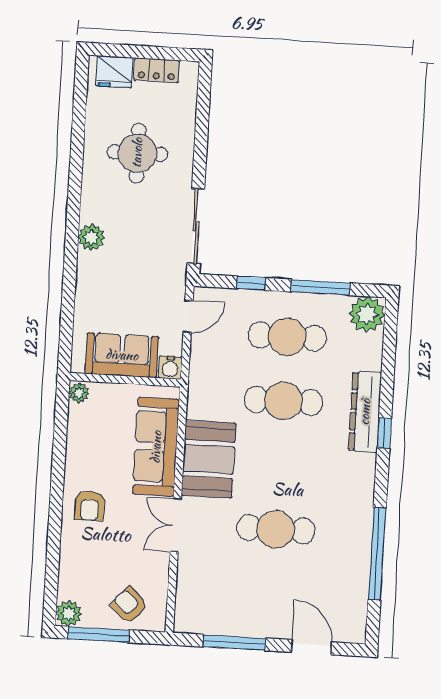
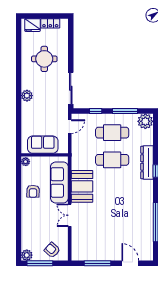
water cooler: (170, 368) -> (63, 149), removed
armchair: (90, 506) -> (33, 191), moved
cafe table: (276, 529) -> (112, 214), removed

